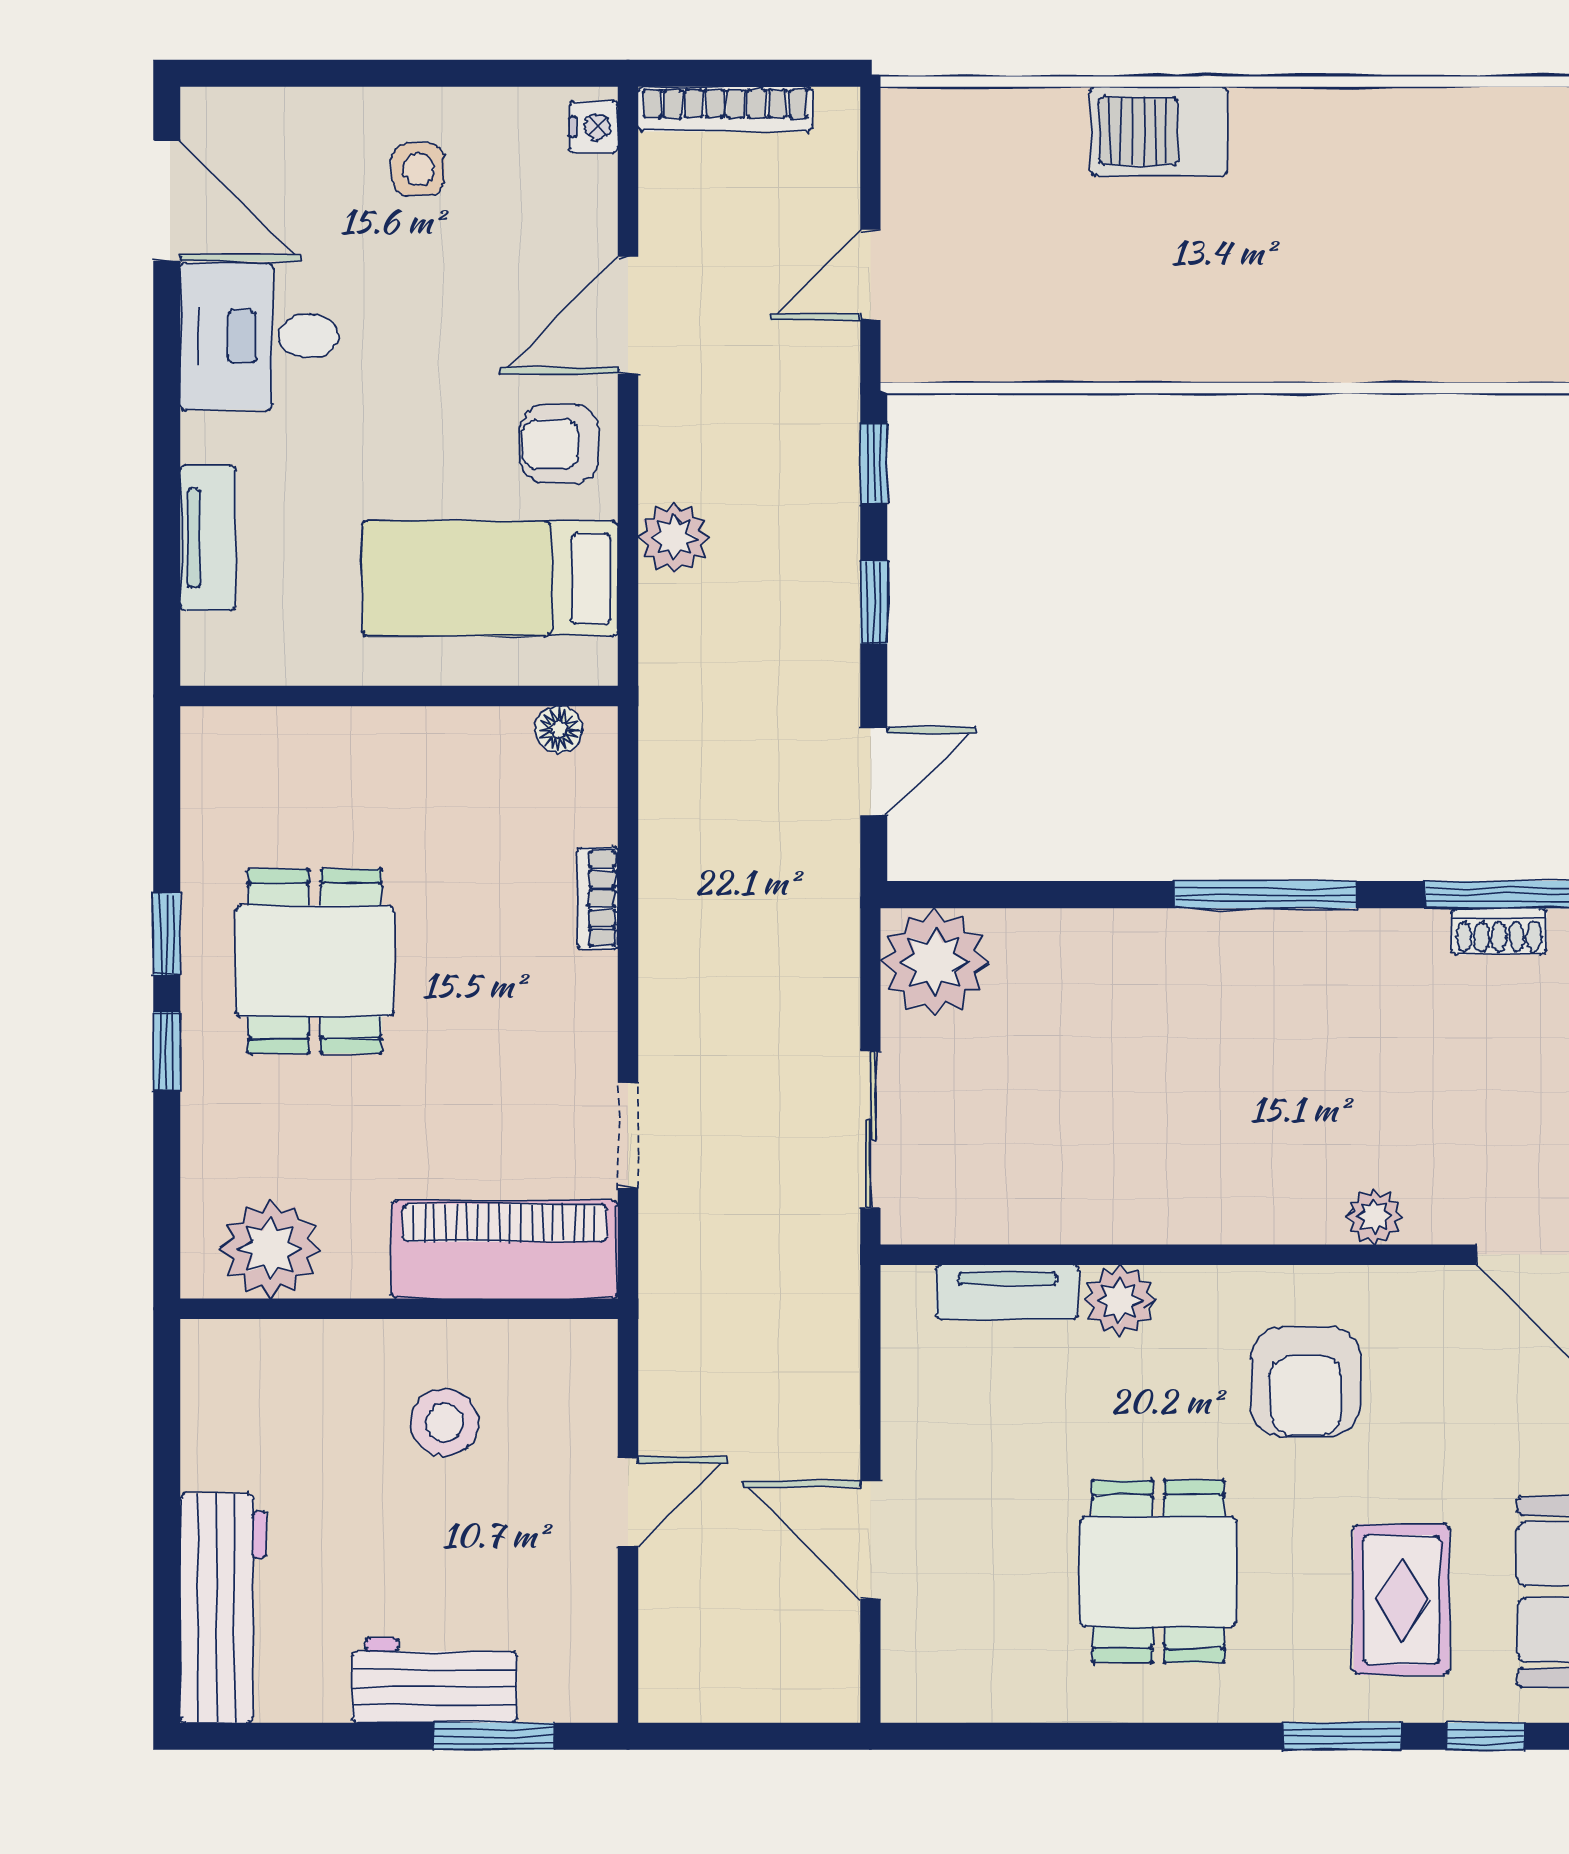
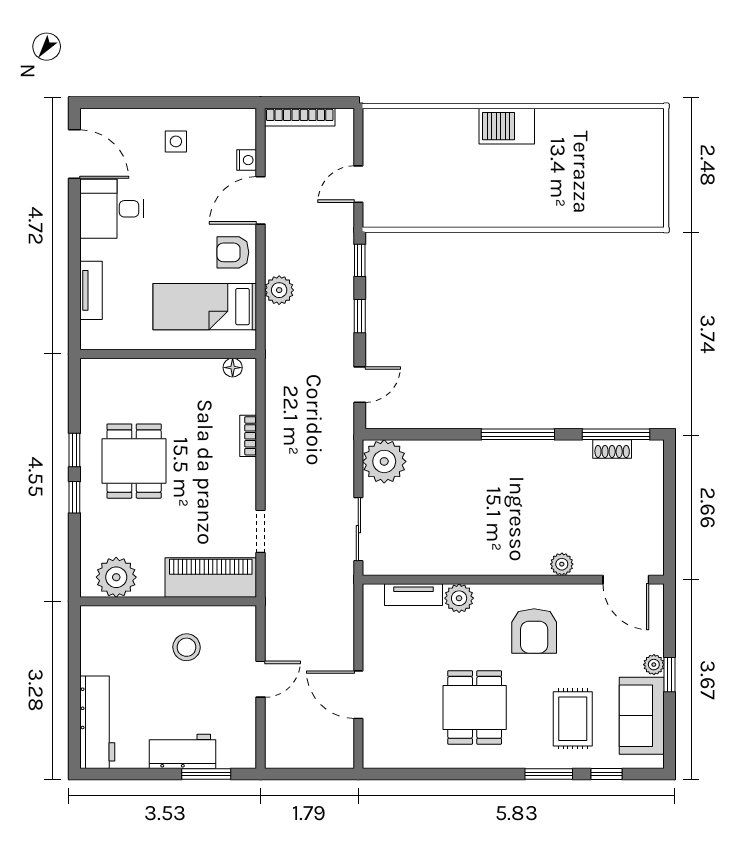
nightstand: (594, 127) -> (247, 160), moved
barbecue: (1159, 131) -> (507, 126), moved

